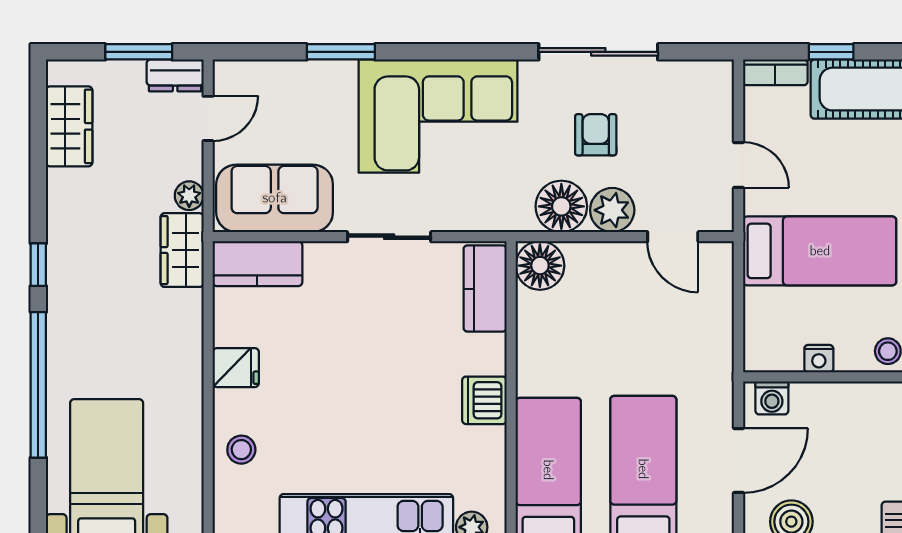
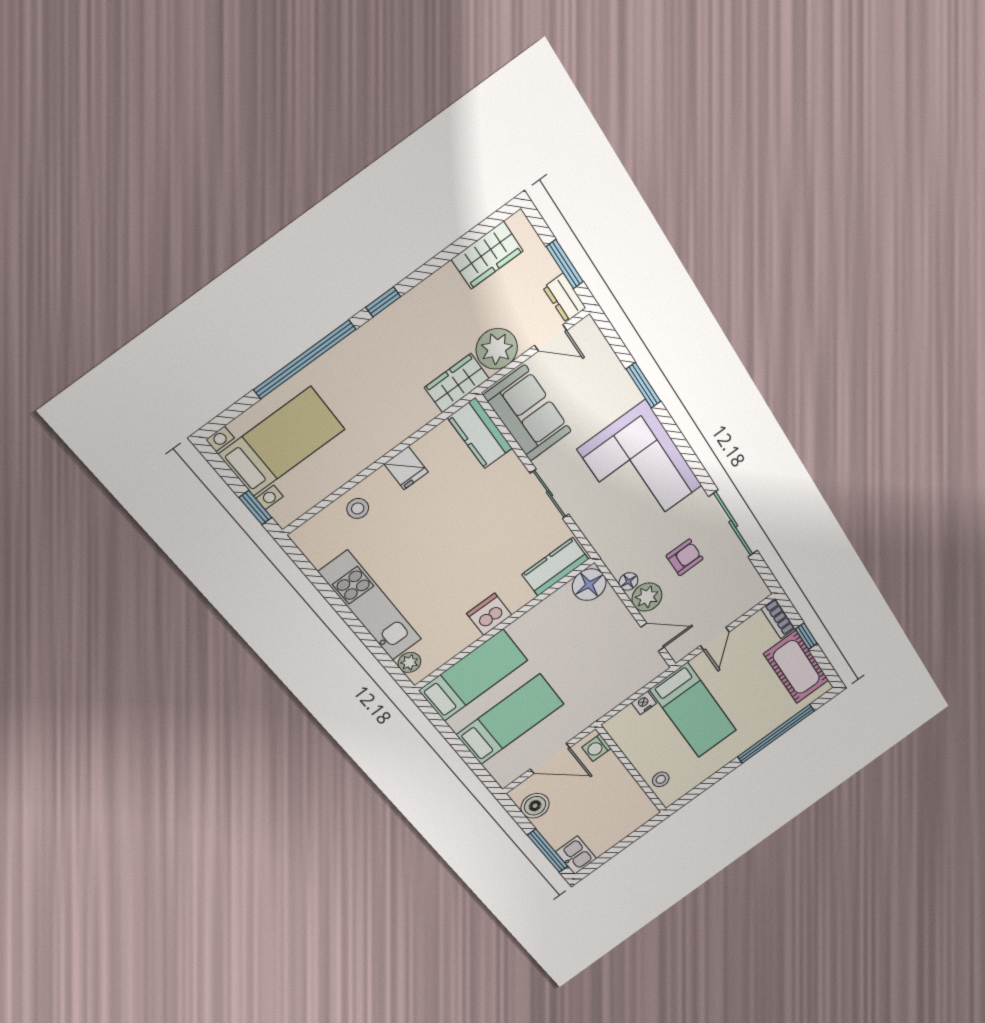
plant: (189, 196) -> (497, 349), width x1.88, depth x1.88
floor lamp: (561, 206) -> (628, 581), width x0.53, depth x0.53
door: (673, 237) -> (653, 637), swing flipped
nightstand: (819, 359) -> (644, 703), moved, turned 90

